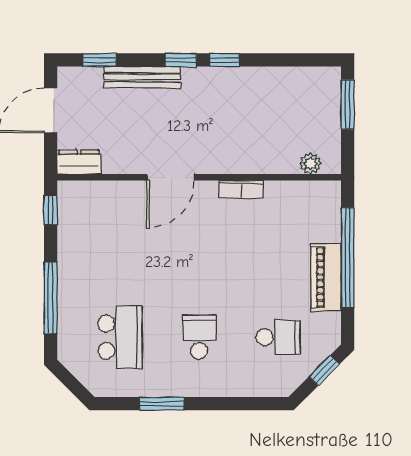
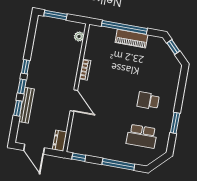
window: (100, 60) -> (18, 108), moved
school desk: (120, 337) -> (142, 136), turned 180
school desk: (278, 337) -> (155, 65), removed

